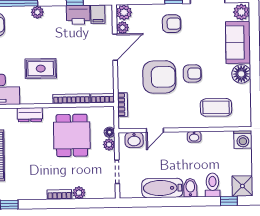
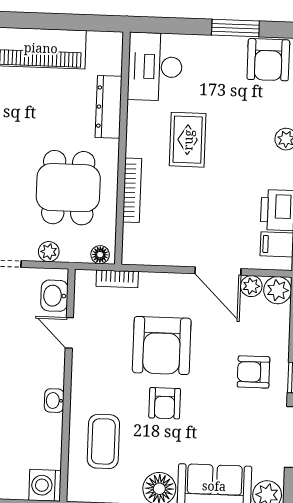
armchair: (172, 24) -> (254, 372), turned 90
bookcase: (103, 98) -> (130, 245), removed
dresser: (30, 115) -> (109, 107), width x1.44
floor lamp: (109, 132) -> (100, 255), moved
dining table: (72, 135) -> (68, 188), turned 90

